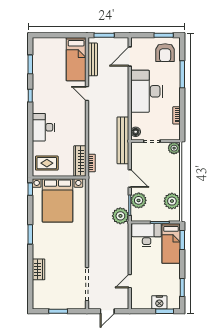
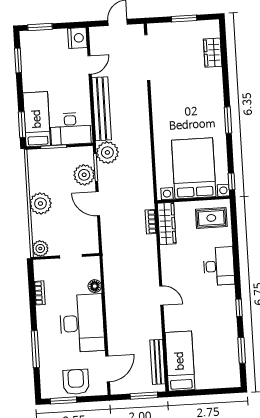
armchair: (165, 53) -> (76, 382), moved
door: (87, 94) -> (161, 295), moved
floor lamp: (136, 132) -> (95, 286), moved
bench: (123, 140) -> (102, 109), moved
plant: (172, 201) -> (40, 204), moved
wardrobe: (39, 269) -> (213, 53), moved
nightstand: (159, 302) -> (77, 38), moved, turned 90

